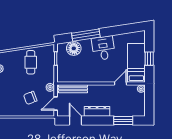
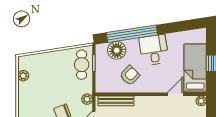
window: (86, 35) -> (132, 34), width x1.46
cafe table: (31, 62) -> (82, 65), moved
armchair: (84, 68) -> (130, 75), added

